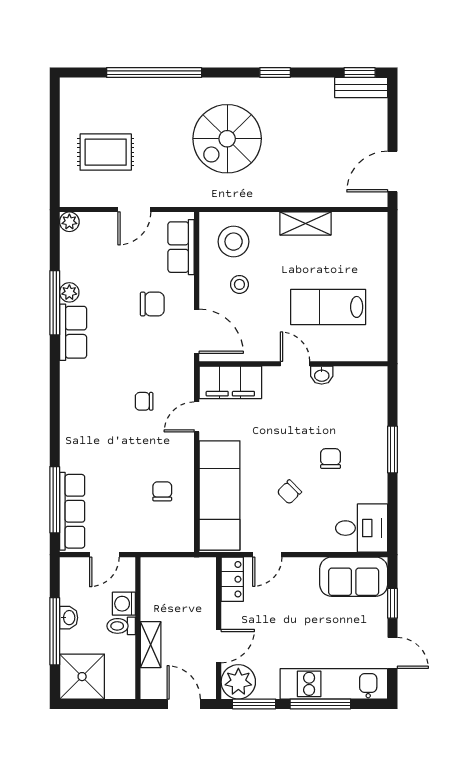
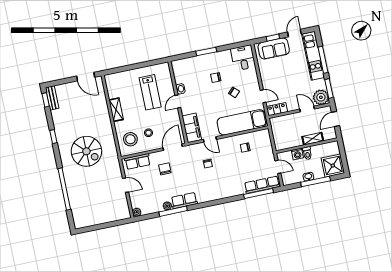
rug: (106, 152) -> (103, 203), removed
sofa: (354, 577) -> (274, 48), moved, turned 90

